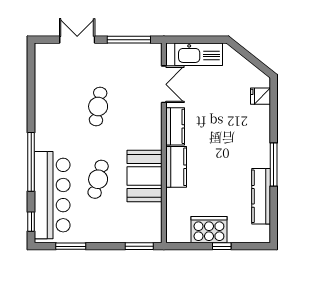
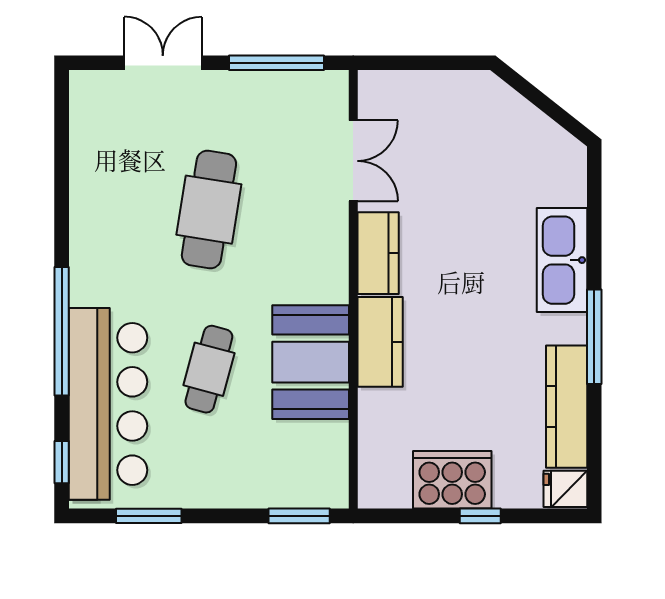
kitchen sink: (199, 54) -> (562, 260), moved, turned 90
fridge: (260, 96) -> (565, 489), moved
cafe table: (98, 106) -> (209, 210), width x1.37, depth x1.35

